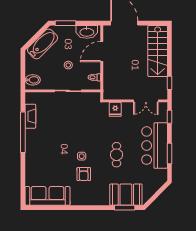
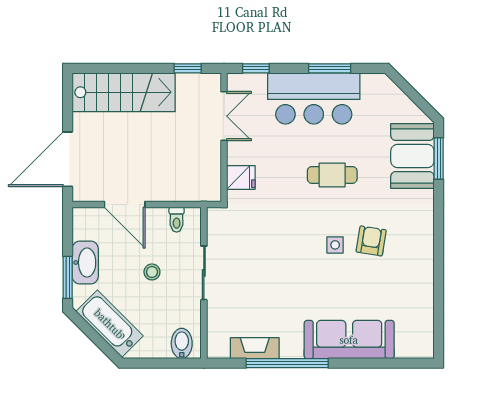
washbasin: (87, 32) -> (85, 263), moved
armchair: (84, 174) -> (371, 241), turned -81
sofa: (47, 196) -> (349, 340), moved, turned 90

